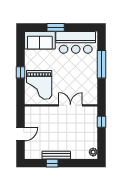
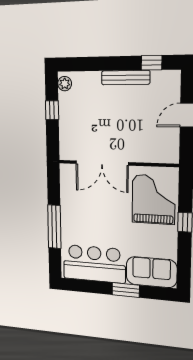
double door: (70, 105) -> (102, 163), width x1.37
window: (102, 122) -> (52, 110), moved
window: (52, 163) -> (152, 63), moved

